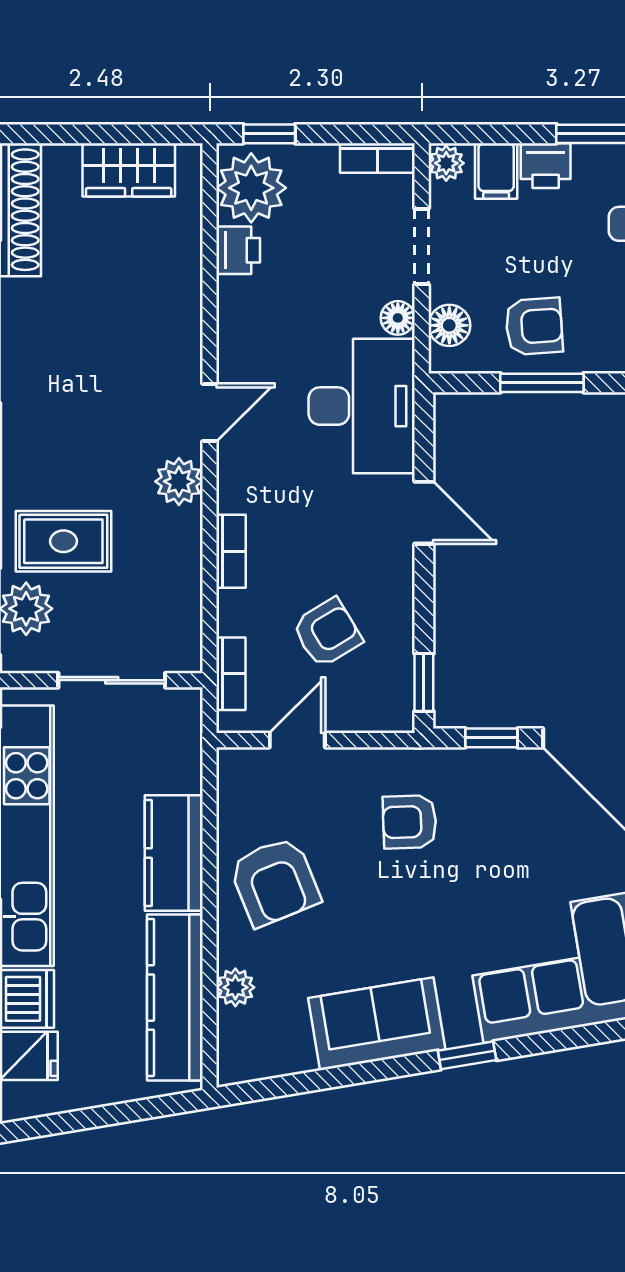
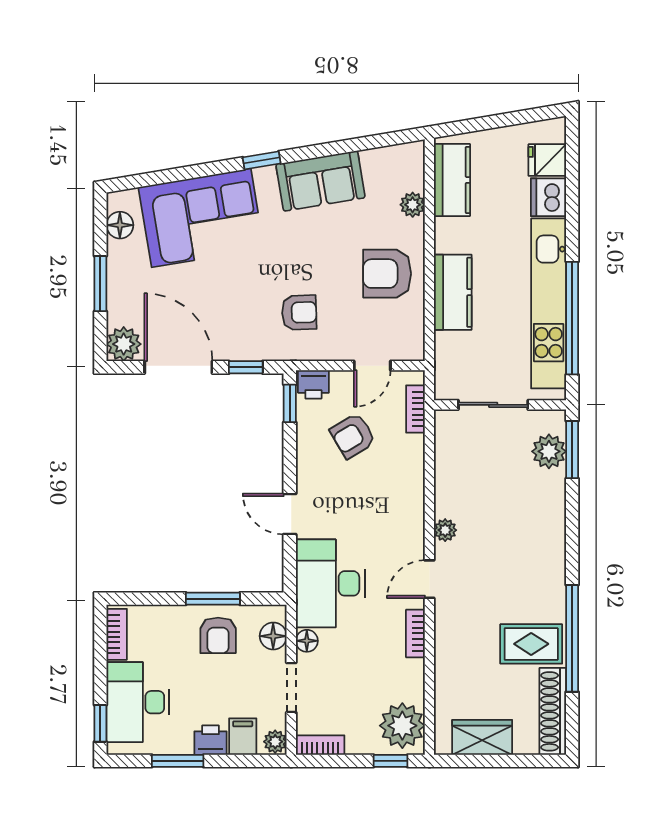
printer: (238, 250) -> (313, 384), moved, turned -90
armchair: (534, 326) -> (218, 635), turned -86
plant: (179, 481) -> (445, 530), width x0.73, depth x0.73
rug: (63, 541) -> (531, 644), moved
bookcase: (231, 551) -> (415, 633), moved
armchair: (275, 882) -> (387, 274), turned -68
kitchen counter: (175, 998) -> (452, 180), width x0.67

